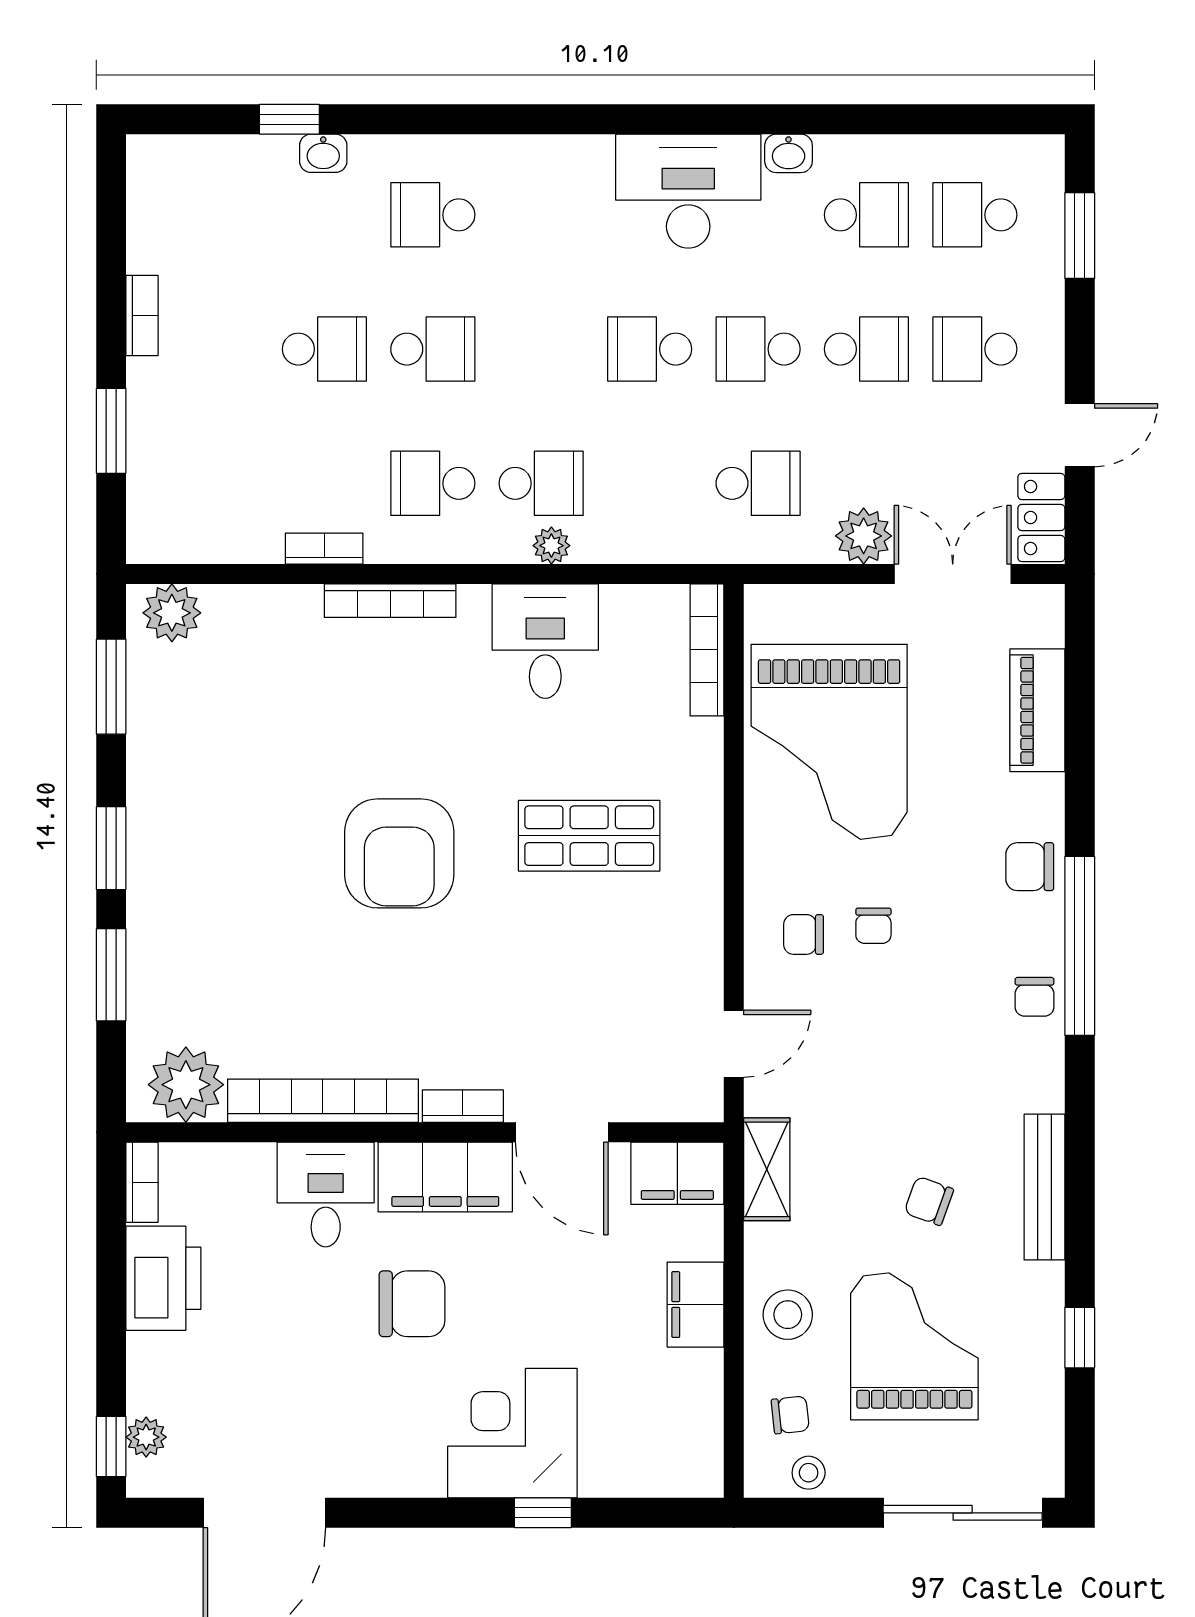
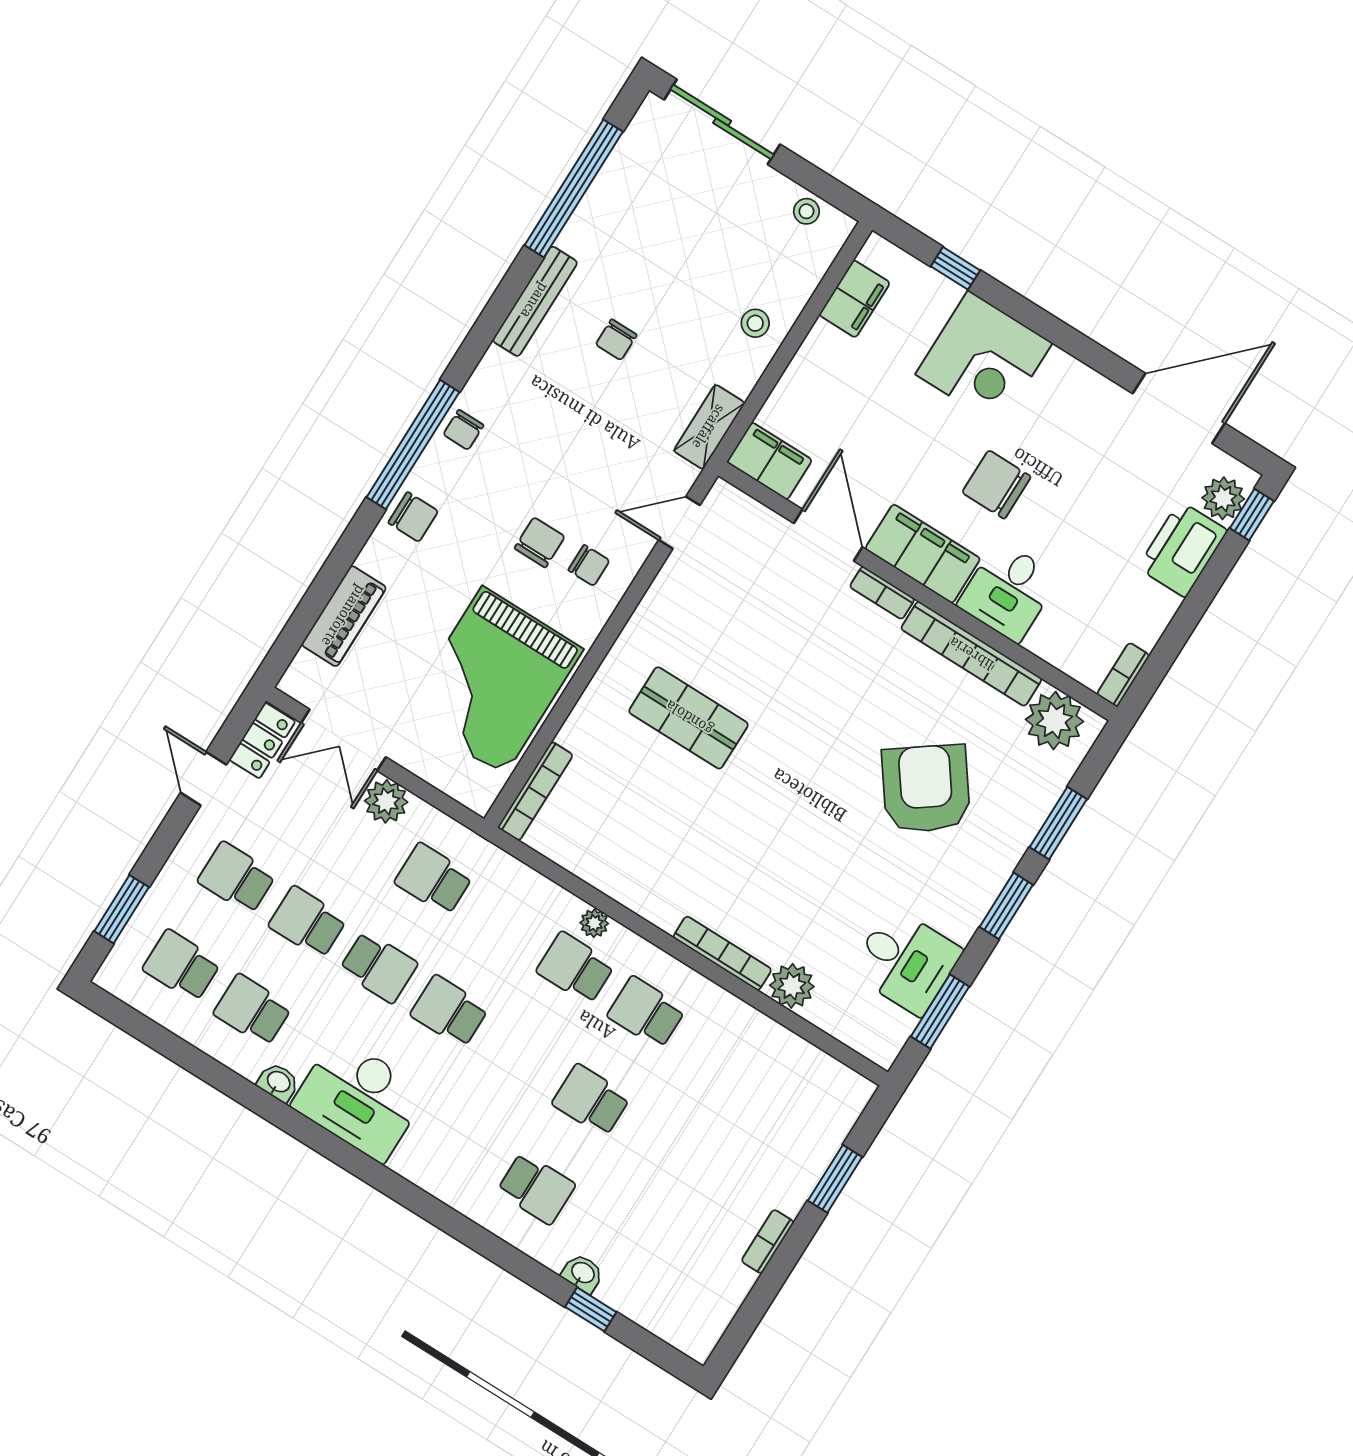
school desk: (975, 215) -> (182, 966), turned 180
school desk: (324, 349) -> (662, 1145), removed
school desk: (650, 349) -> (449, 1011), turned 180
school desk: (975, 349) -> (237, 878), turned 180
door: (1080, 435) -> (203, 779), hinge flipped
school desk: (433, 483) -> (646, 1013), turned 180
bookcase: (324, 549) -> (744, 1014), removed
plant: (172, 613) -> (792, 986), moved
desk: (545, 641) -> (906, 961), moved, turned -90
grand piano: (829, 742) -> (493, 681), turned 180
armchair: (399, 853) -> (926, 789), moved, turned -36
chair: (873, 926) -> (540, 542), width x1.37, depth x1.37
chair: (1034, 997) -> (463, 430), turned 180
chair: (929, 1201) -> (616, 340), turned 70
printer: (163, 1278) -> (1183, 549), moved
filing cabinet: (696, 1305) -> (855, 299), moved
stool: (788, 1315) -> (755, 323), width x0.73, depth x0.73
window: (1080, 1338) -> (574, 188), width x3.17
grand piano: (914, 1346) -> (685, 251), removed
chair: (790, 1415) -> (795, 257), removed
plant: (146, 1437) -> (1223, 498), width x1.38, depth x1.38
window: (543, 1513) -> (955, 268), moved

